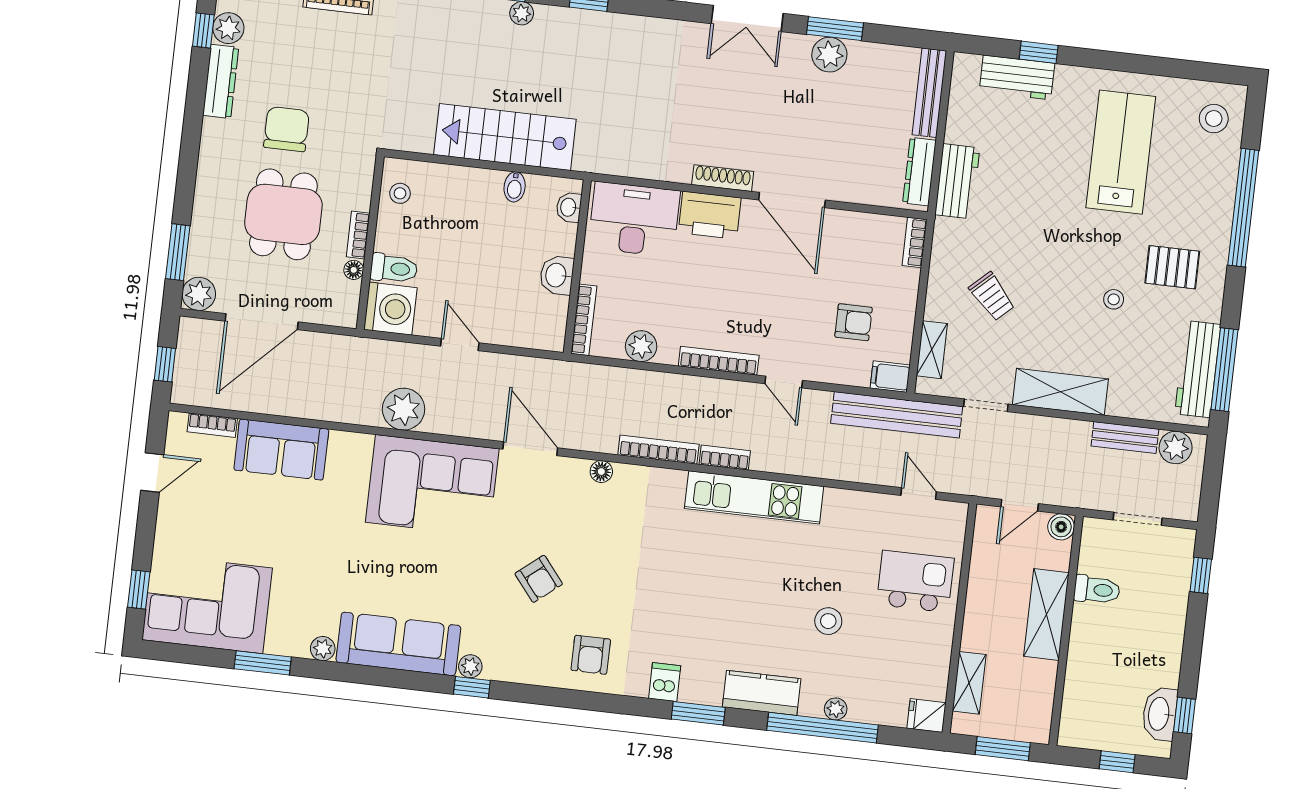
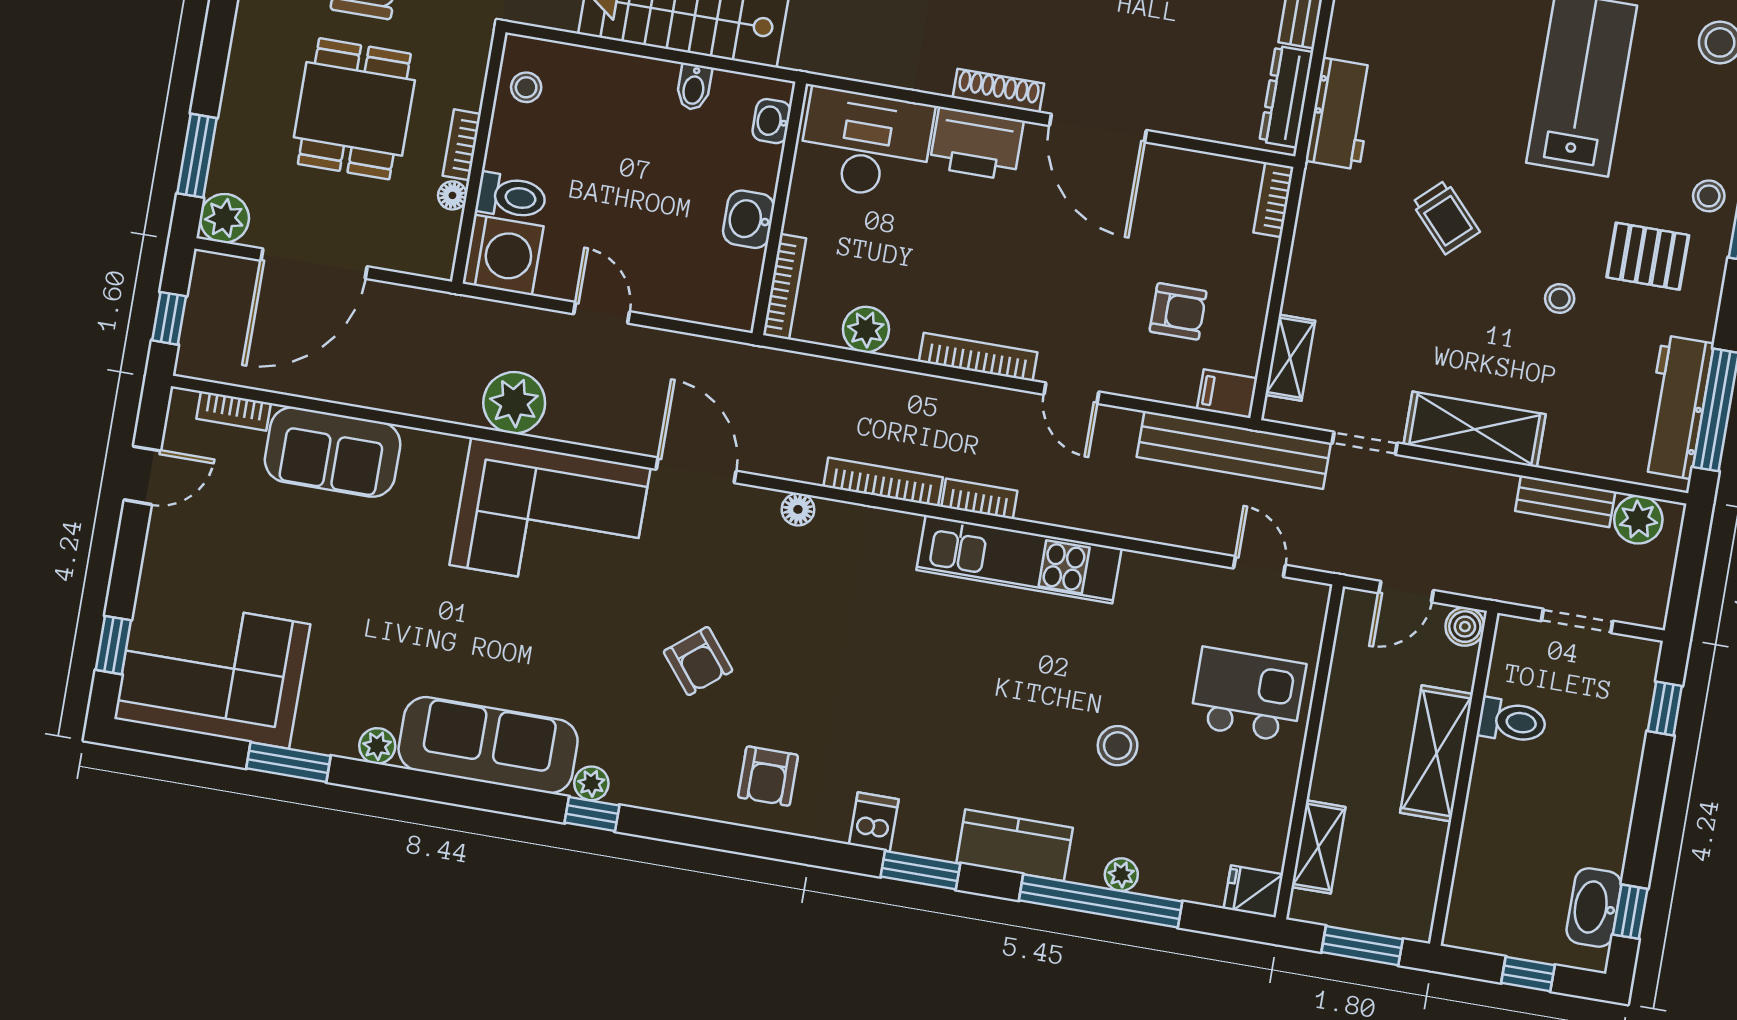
stool: (1212, 224) -> (1709, 196), added
trolley: (992, 297) -> (1446, 217), moved

